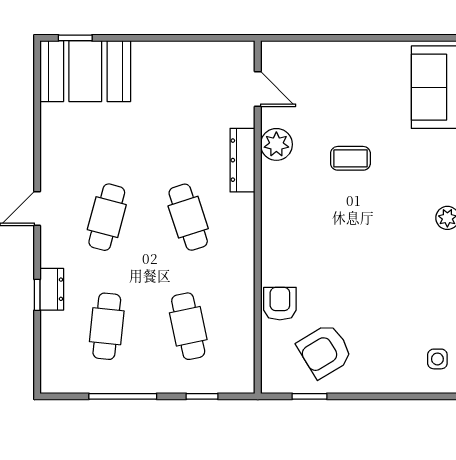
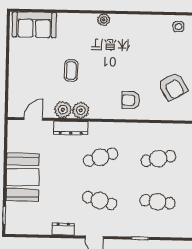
booth: (85, 71) -> (23, 177), moved
plant: (276, 178) -> (81, 110), added
dresser: (52, 289) -> (63, 229), moved
armchair: (280, 304) -> (131, 100), moved

